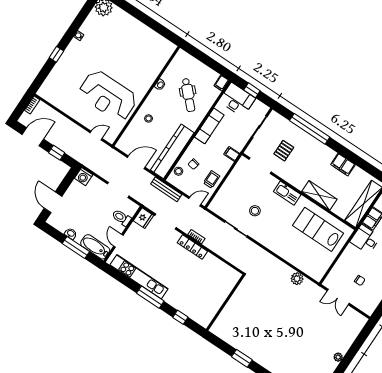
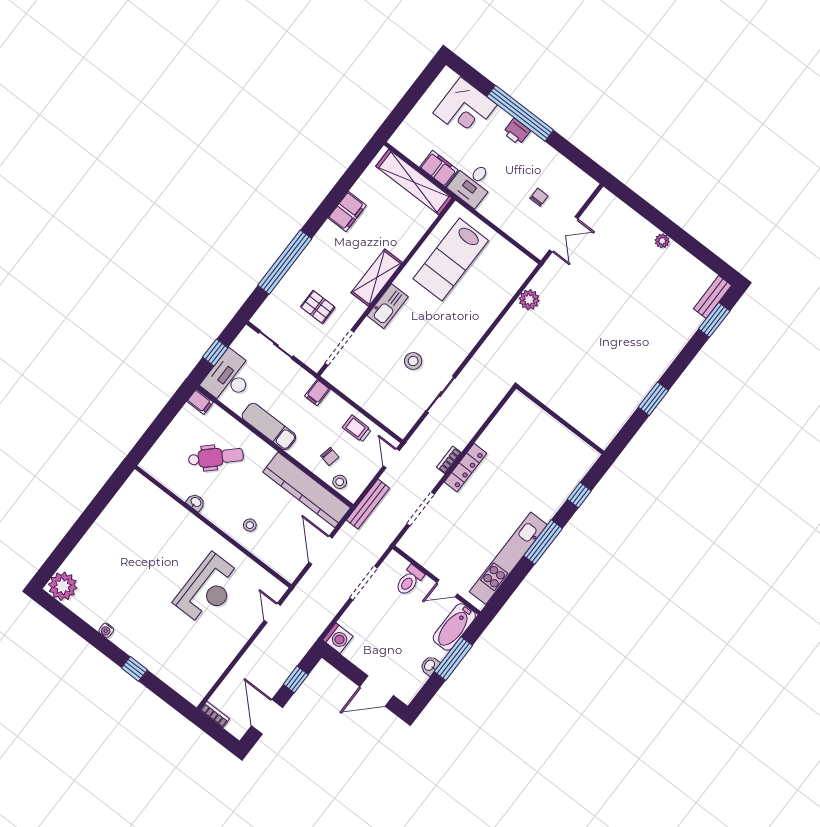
reception desk: (108, 96) -> (208, 589), width x0.74, depth x0.77
shelving: (319, 195) -> (377, 278), moved
fridge: (143, 218) -> (413, 545), removed

